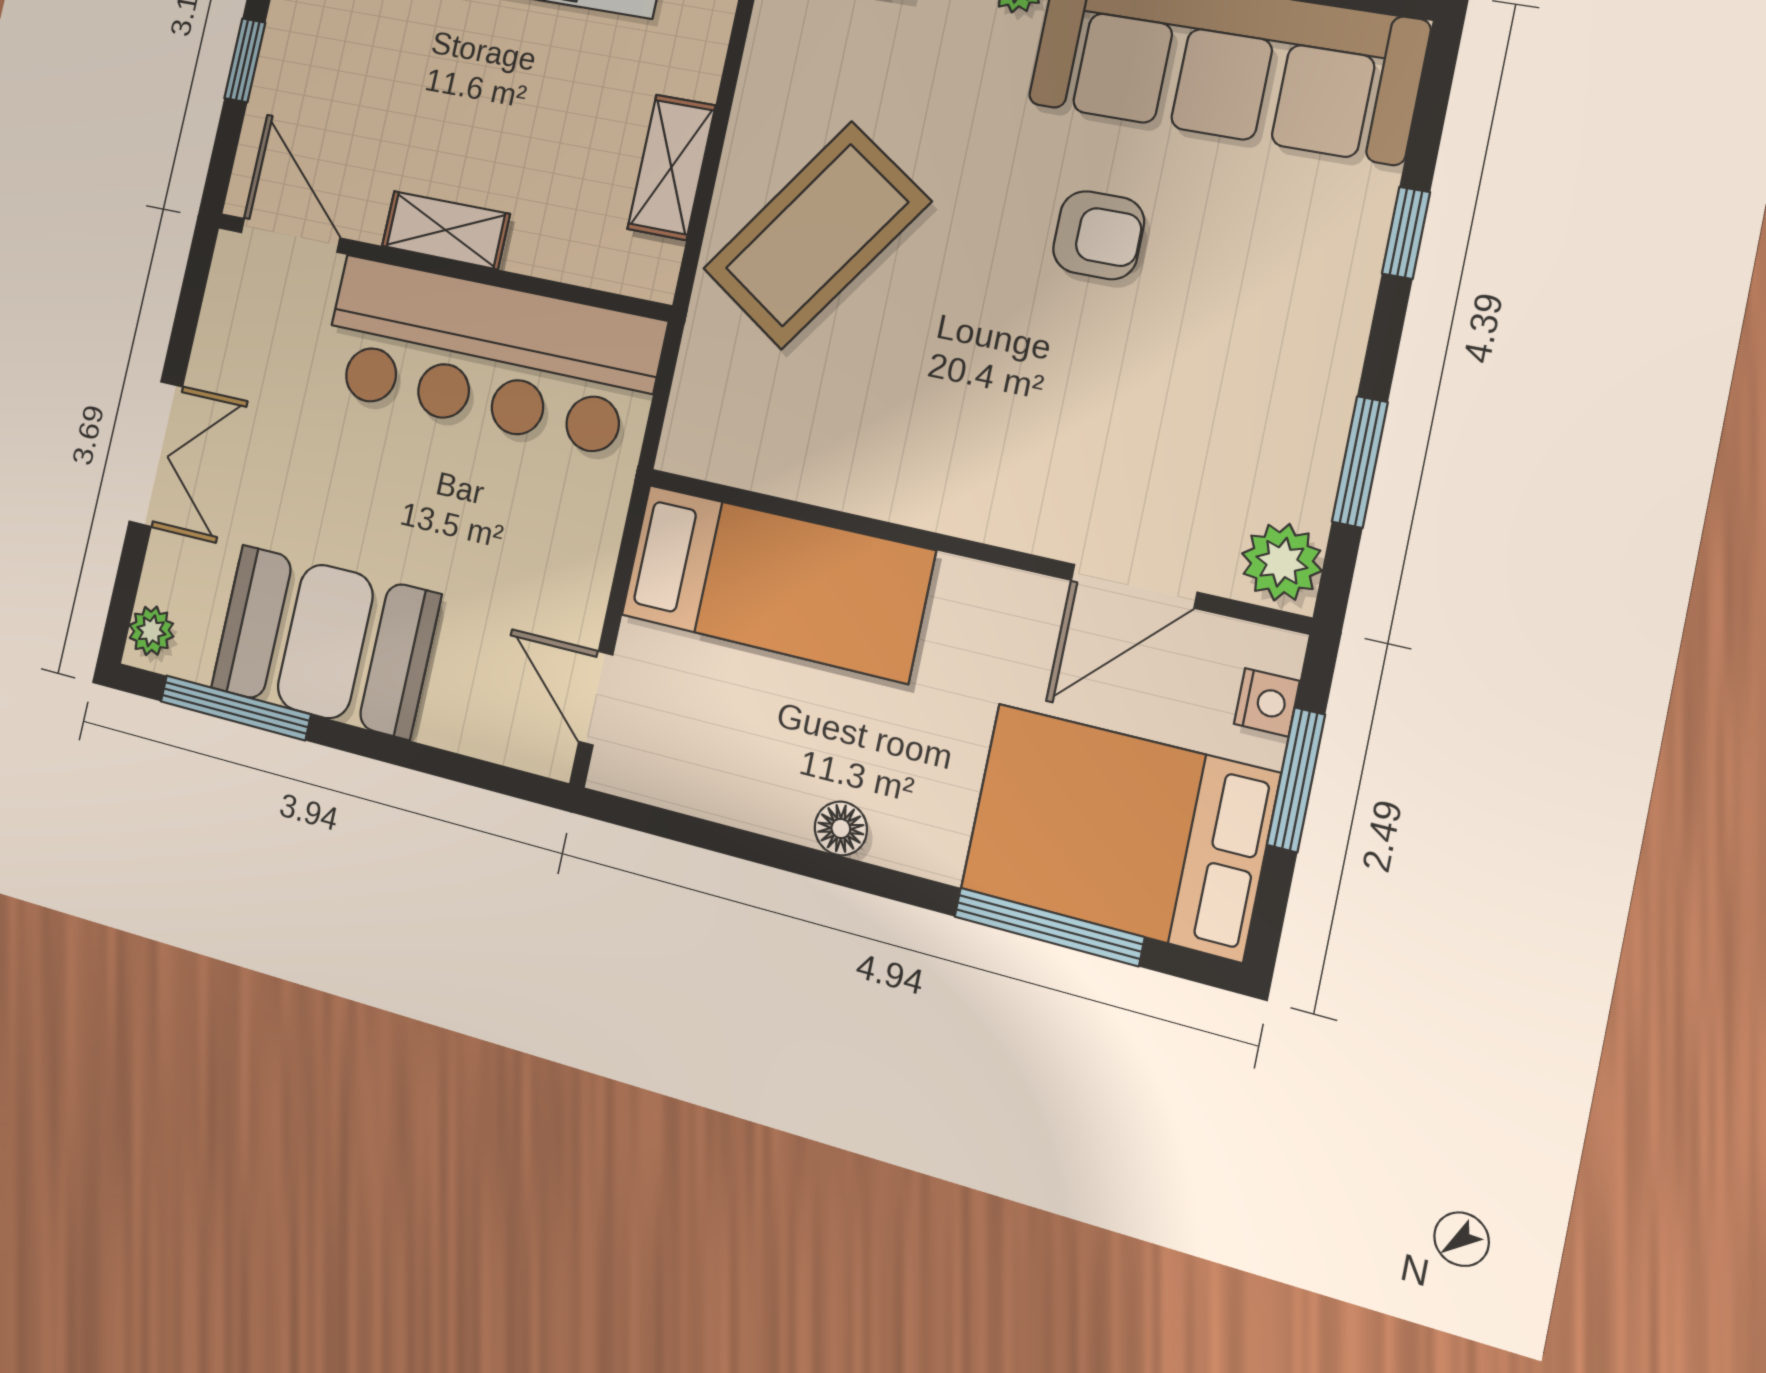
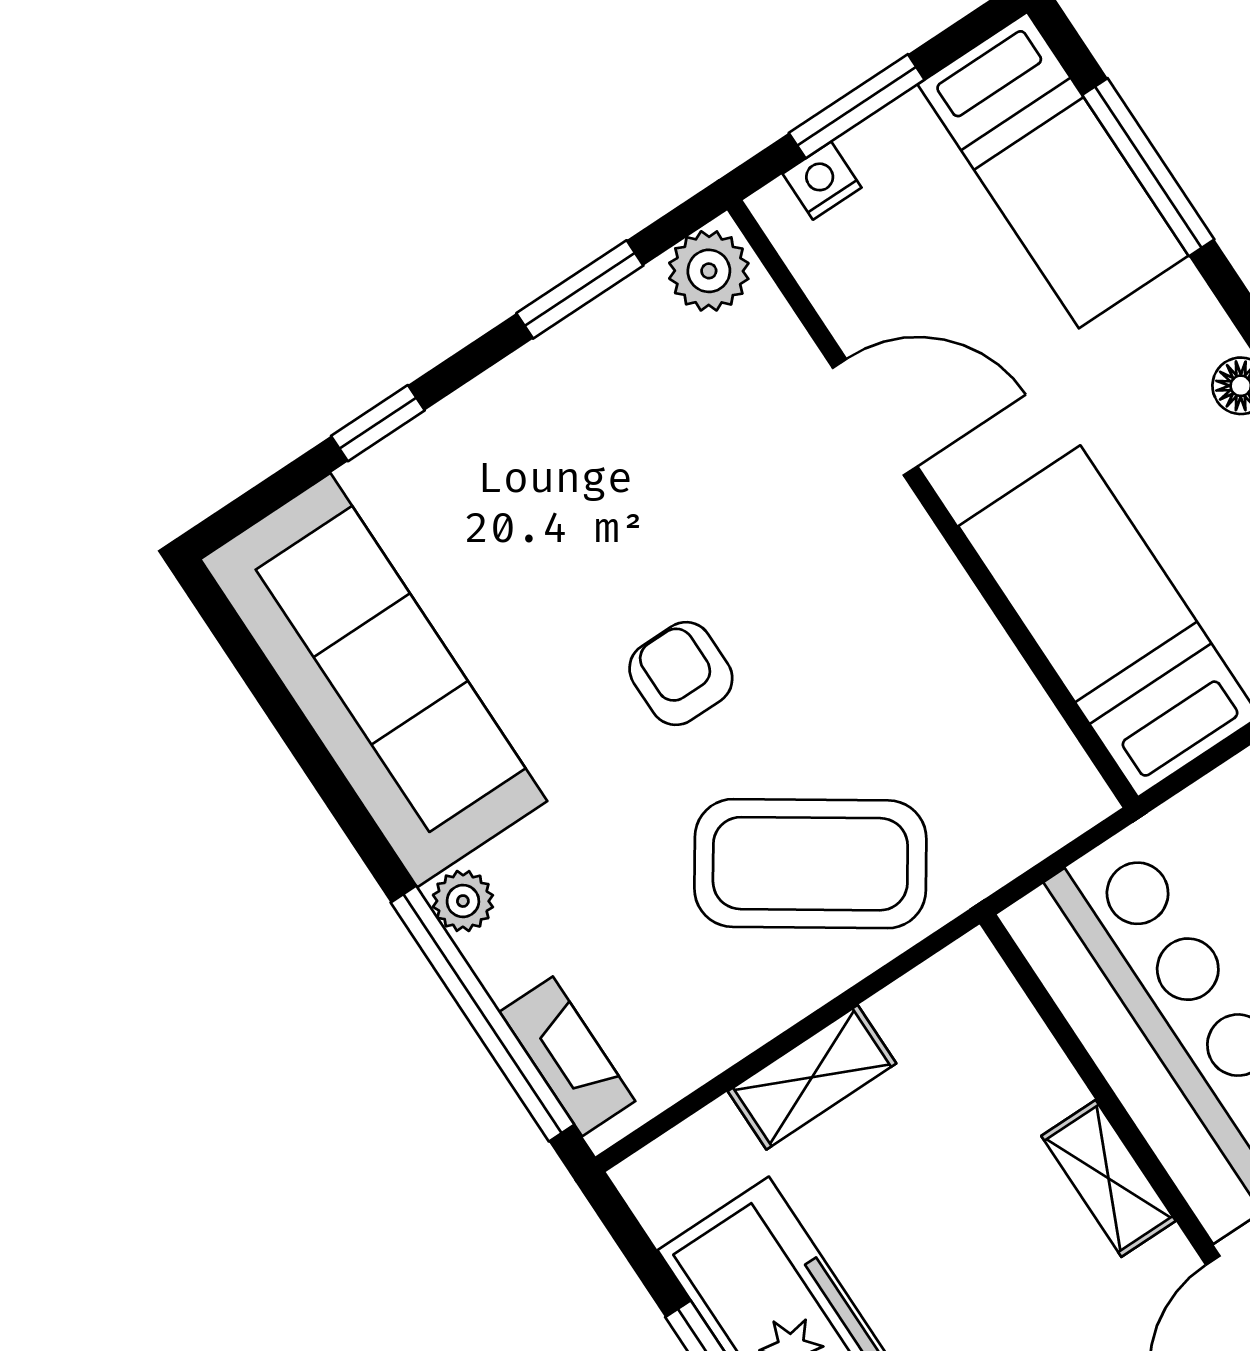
shelving: (671, 167) -> (812, 1077), moved
armchair: (1099, 235) -> (681, 674), moved
door: (1134, 586) -> (875, 417), moved
bed: (1119, 831) -> (1053, 170), width x0.67

